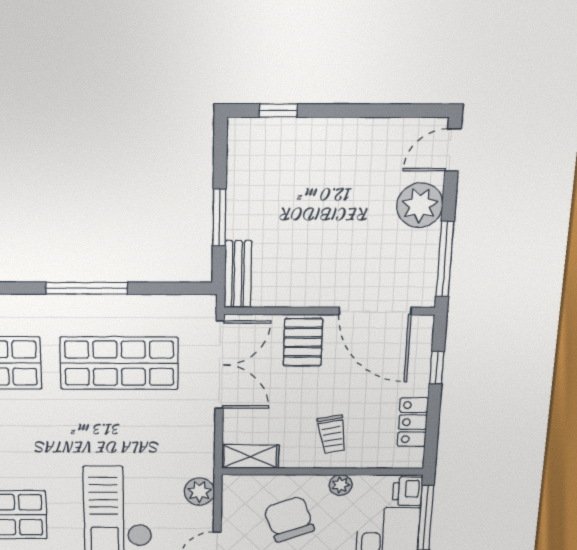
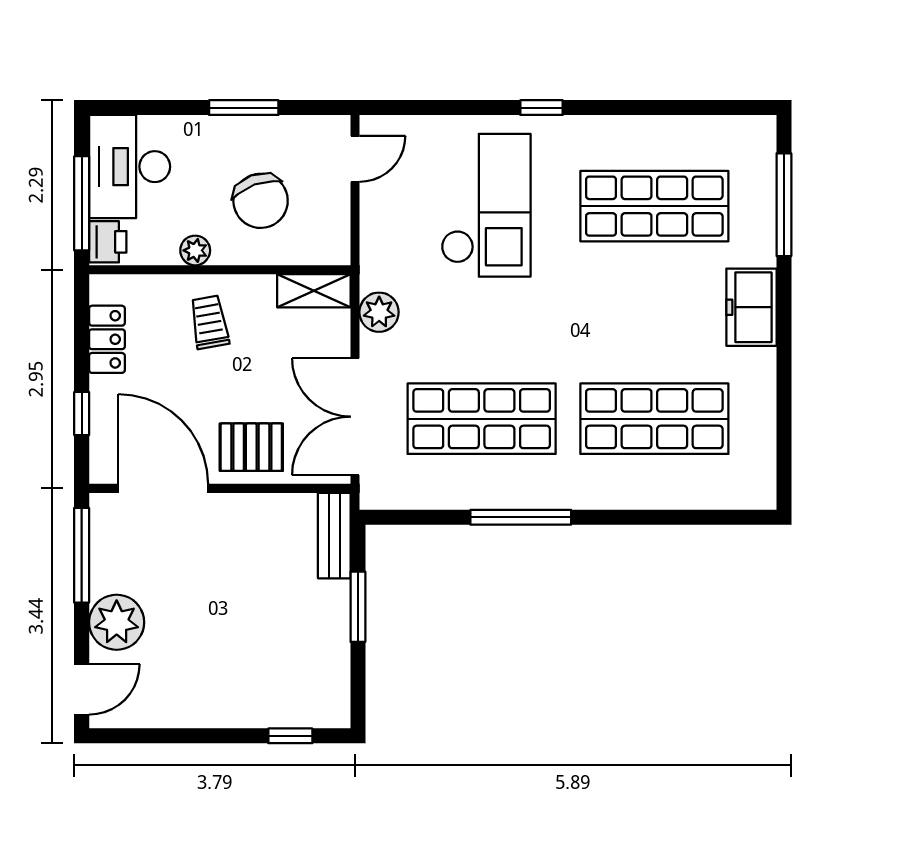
pallet: (303, 342) -> (251, 447), turned 90
plant: (199, 492) -> (379, 312), moved

